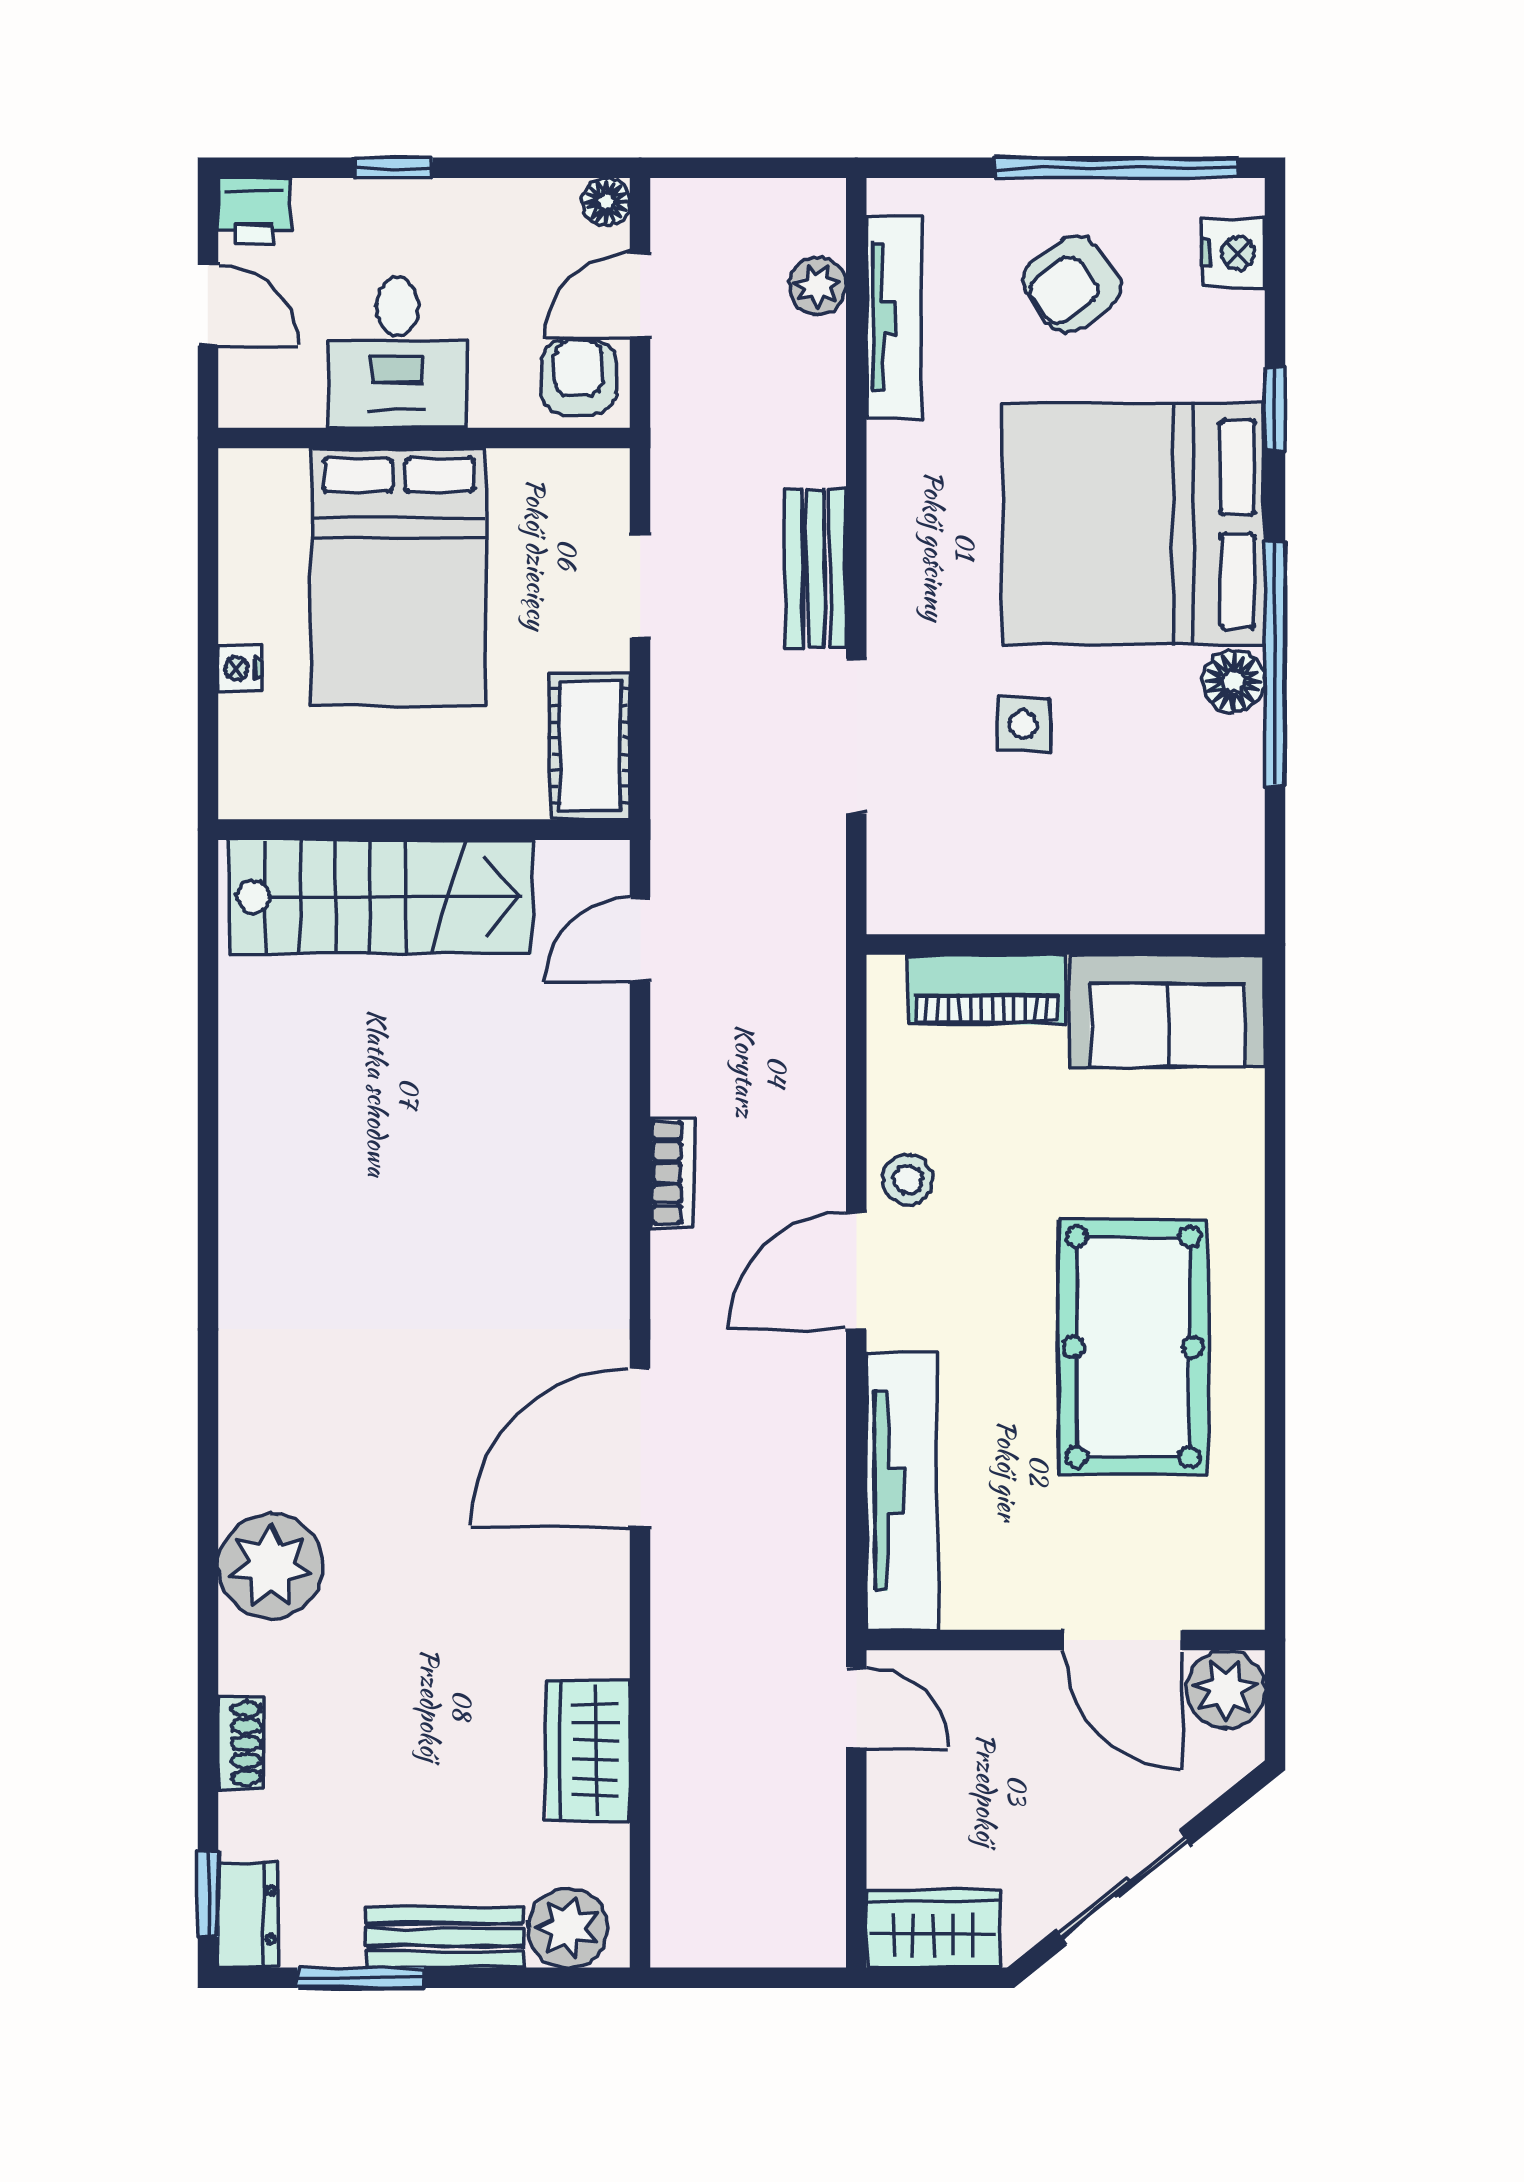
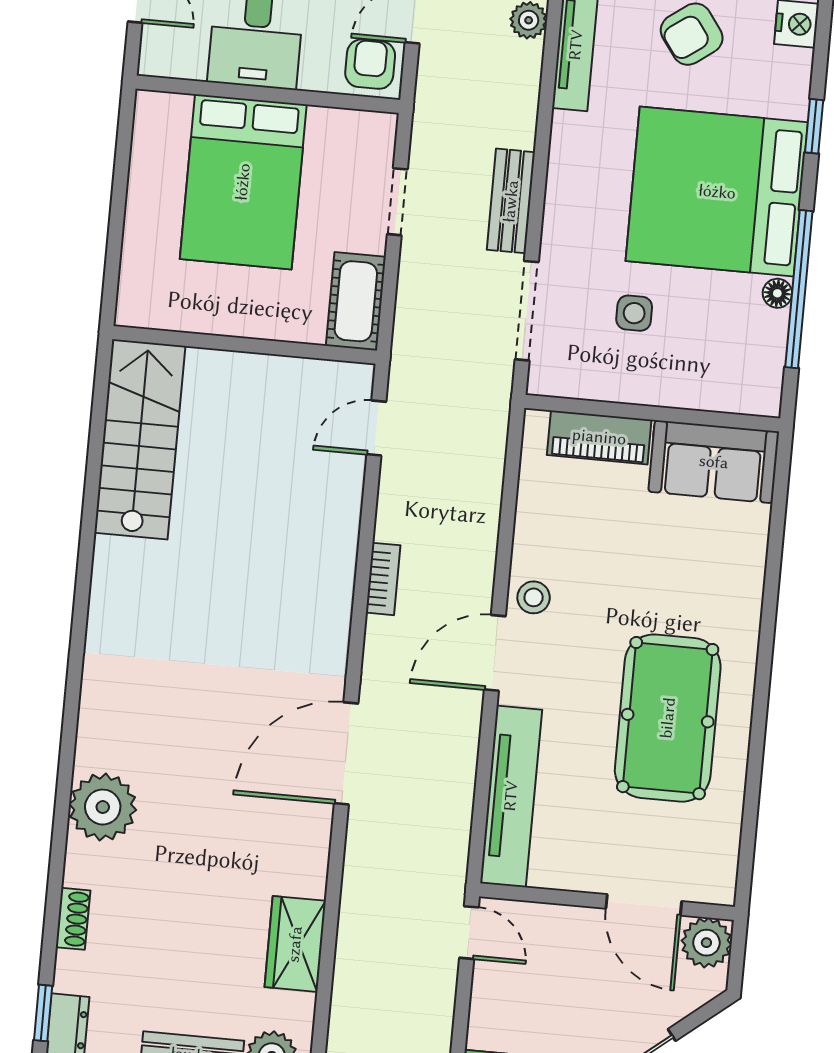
nightstand: (240, 668) -> (136, 231), removed
floor lamp: (1234, 682) -> (777, 293), width x0.73, depth x0.73
stairs: (381, 897) -> (140, 439), moved, turned -90
wall: (1066, 944) -> (652, 413), moved
piano: (987, 990) -> (599, 437), moved
sofa: (1168, 1011) -> (714, 462), moved

